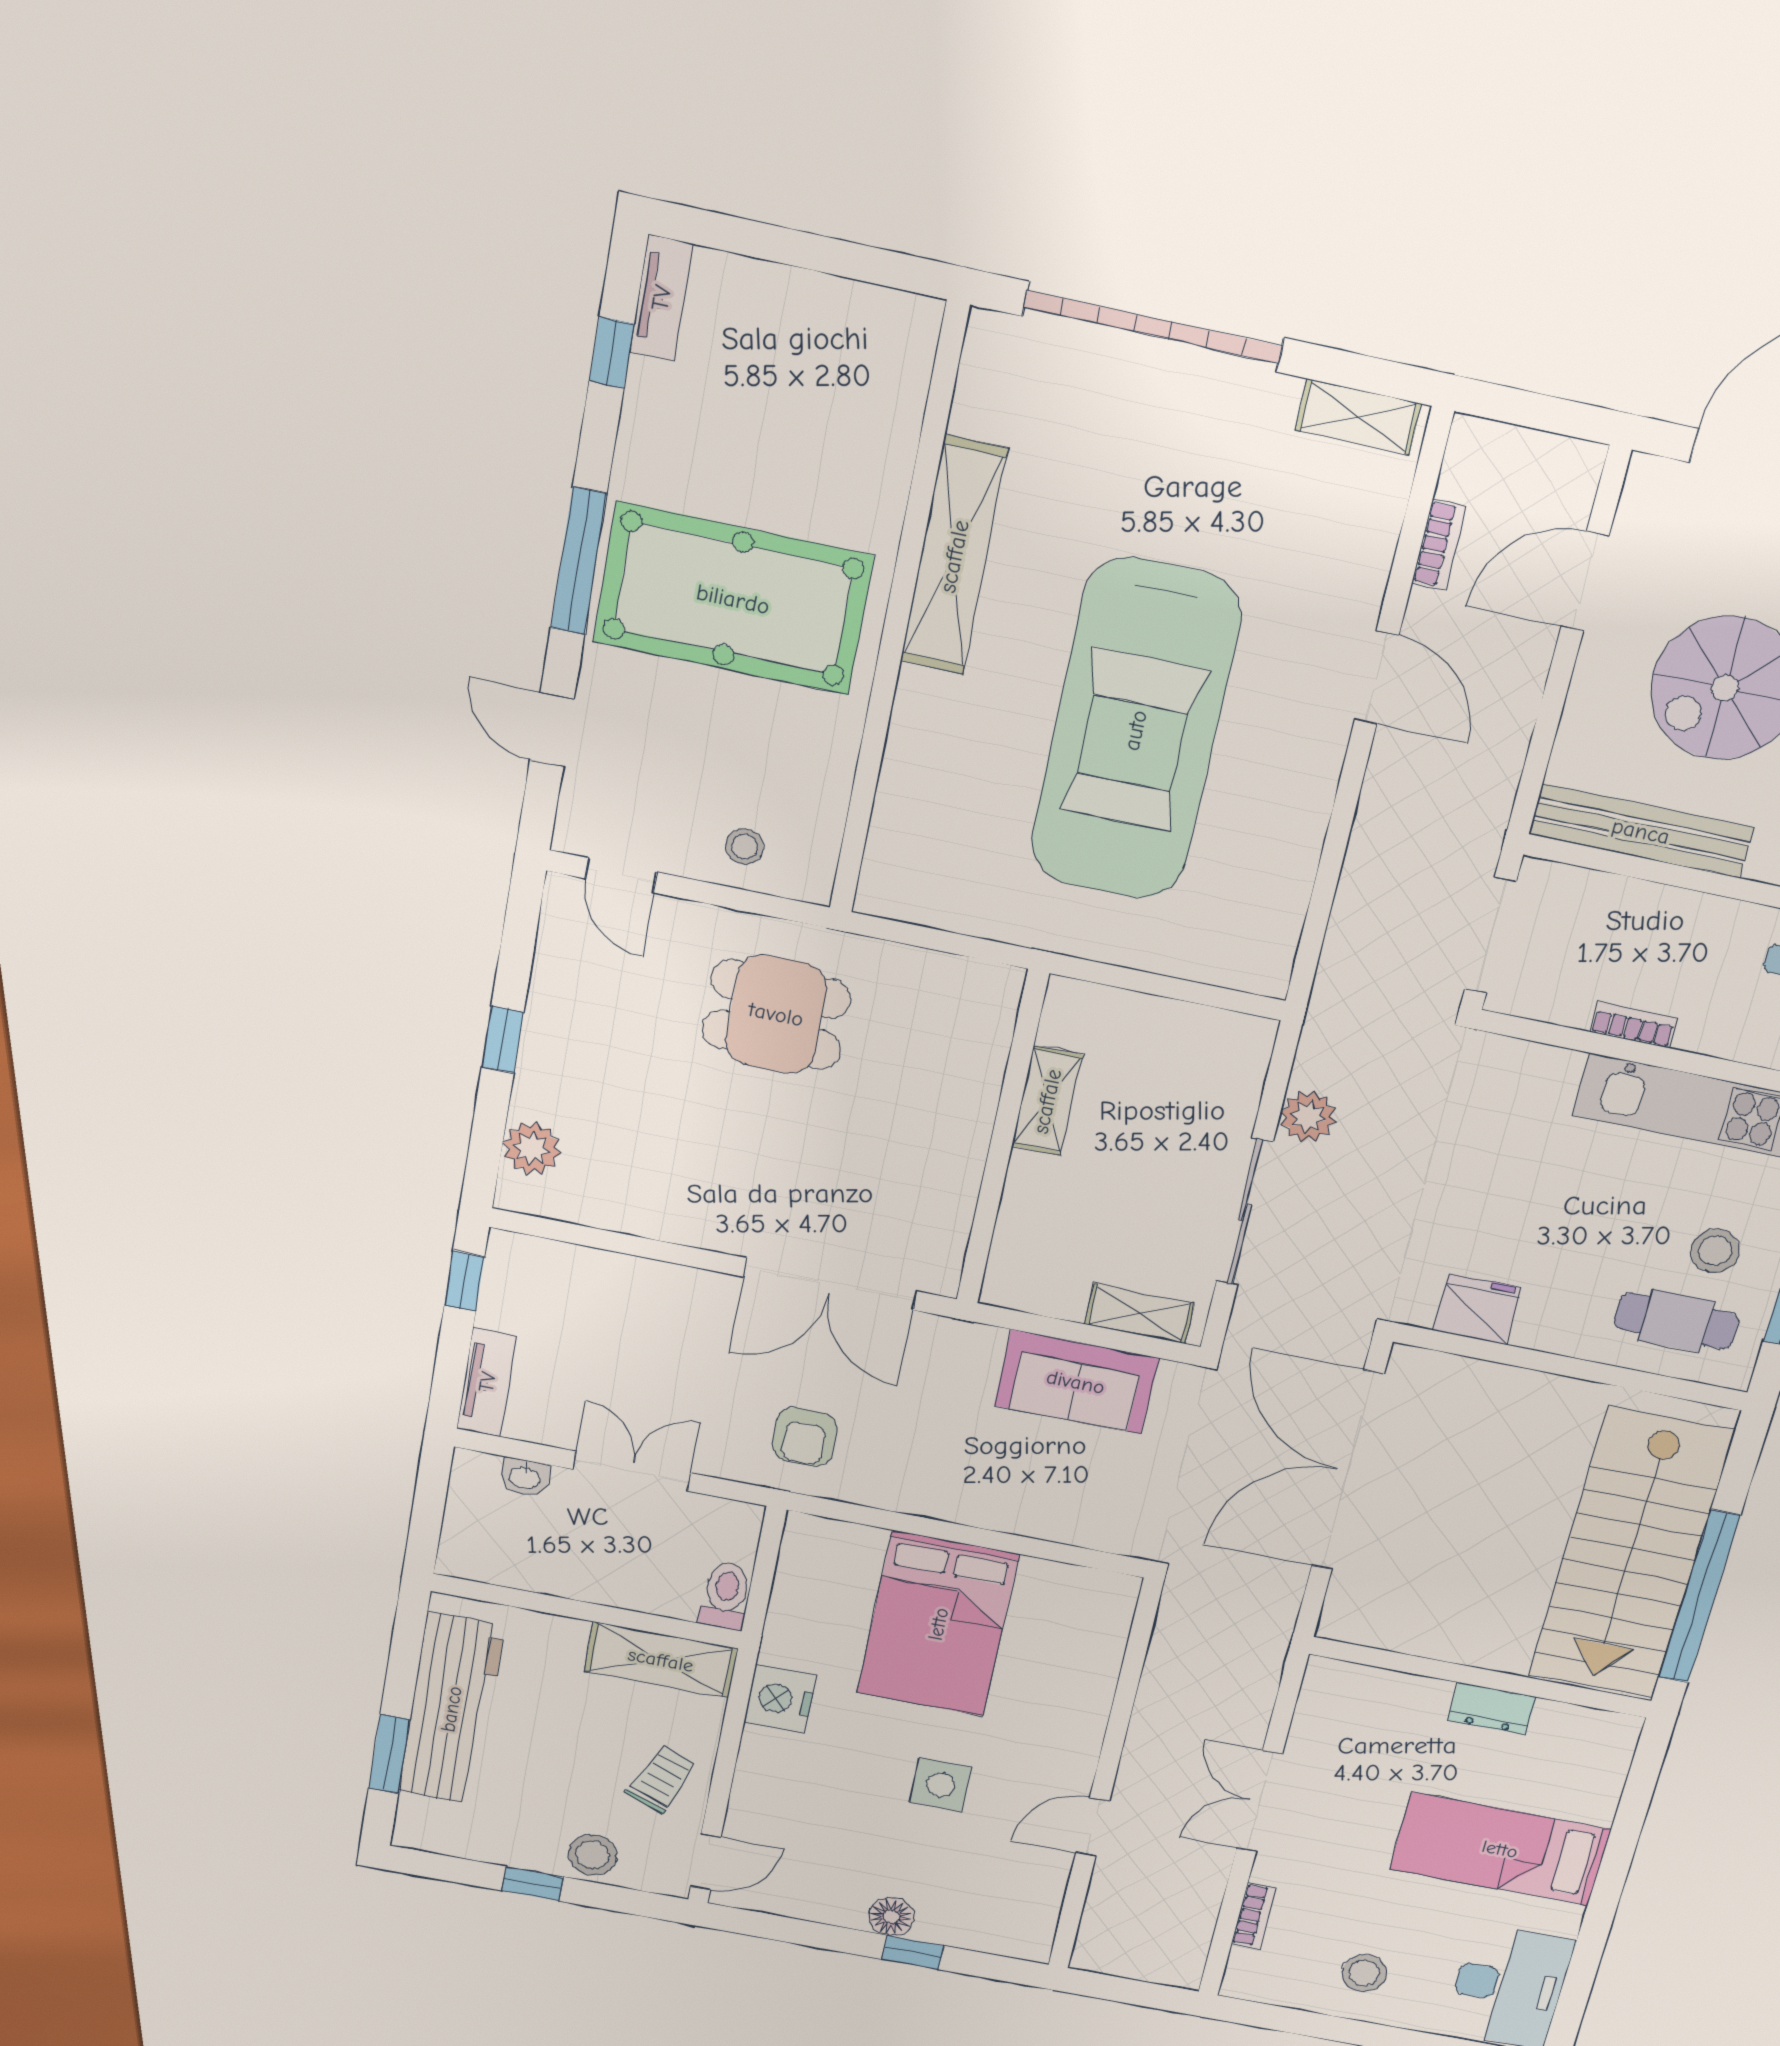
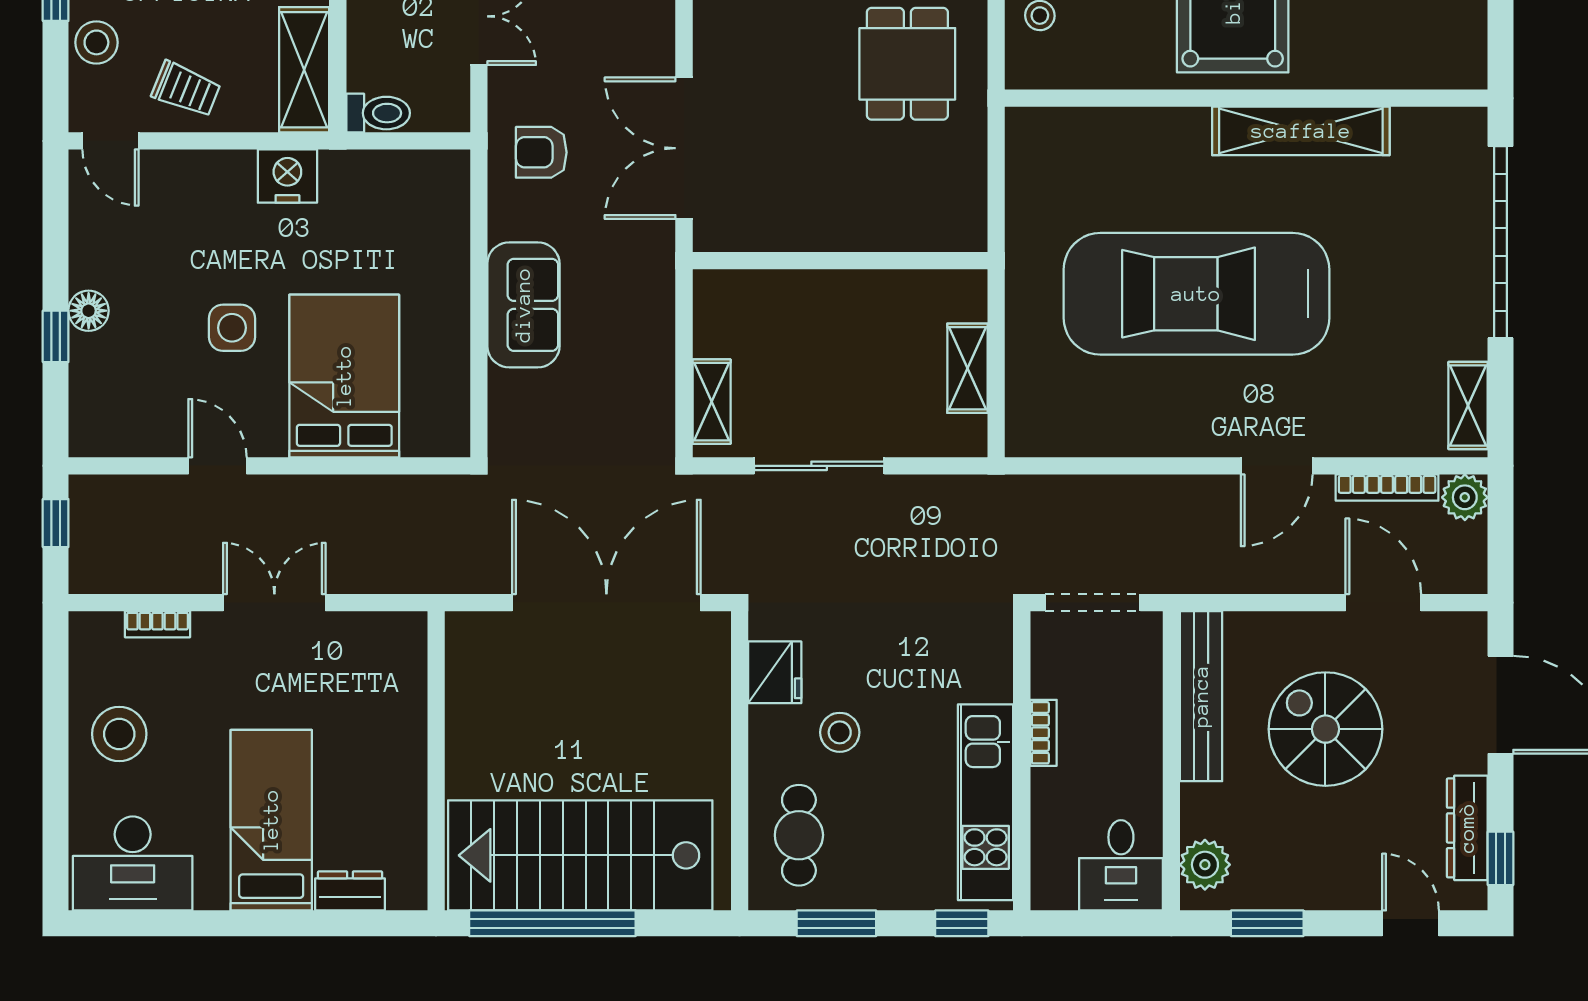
bookcase: (1439, 545) -> (1387, 488), width x1.56
shelving: (1047, 1101) -> (967, 368), moved, turned 90
plant: (1308, 1117) -> (1465, 497), moved
stool: (1715, 1251) -> (840, 732), moved
sofa: (1076, 1382) -> (523, 305), moved, turned 180
bed: (938, 1624) -> (344, 376), moved, turned 90
dresser: (1492, 1709) -> (350, 891), moved, turned 90
stool: (1364, 1973) -> (119, 734), width x1.38, depth x1.38
window: (1118, 1989) -> (56, 523), added

